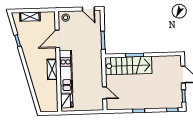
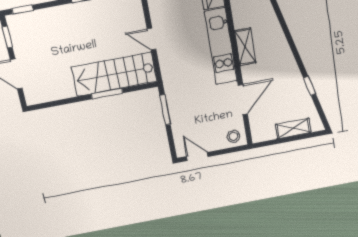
door: (105, 93) -> (152, 39), moved

